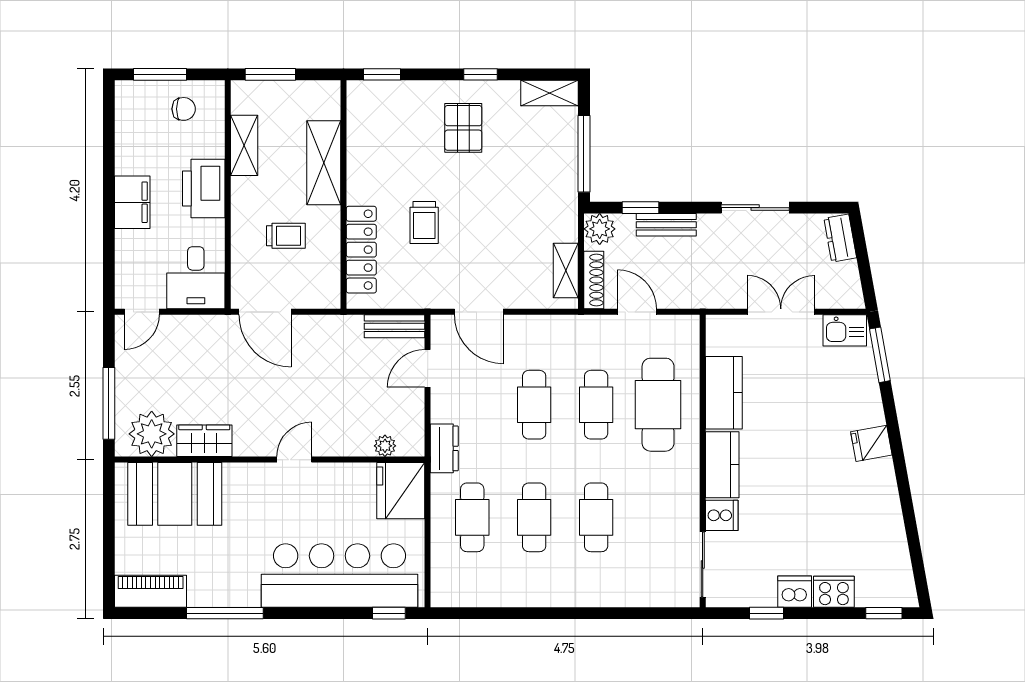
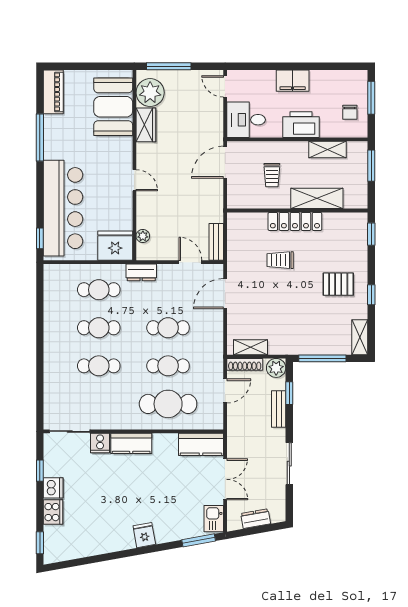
dresser: (840, 238) -> (256, 519), moved
locker: (361, 250) -> (295, 221), moved
kitchen counter: (724, 393) -> (201, 444), moved

